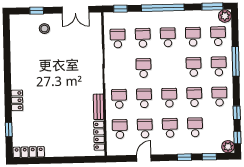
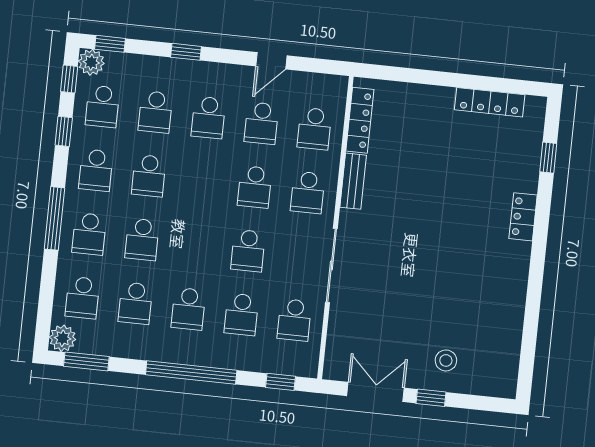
window: (37, 11) -> (431, 398), moved
window: (236, 61) -> (54, 218), moved
school desk: (169, 98) -> (102, 106), moved
locker: (29, 152) -> (490, 102), moved
window: (209, 157) -> (110, 44), moved

